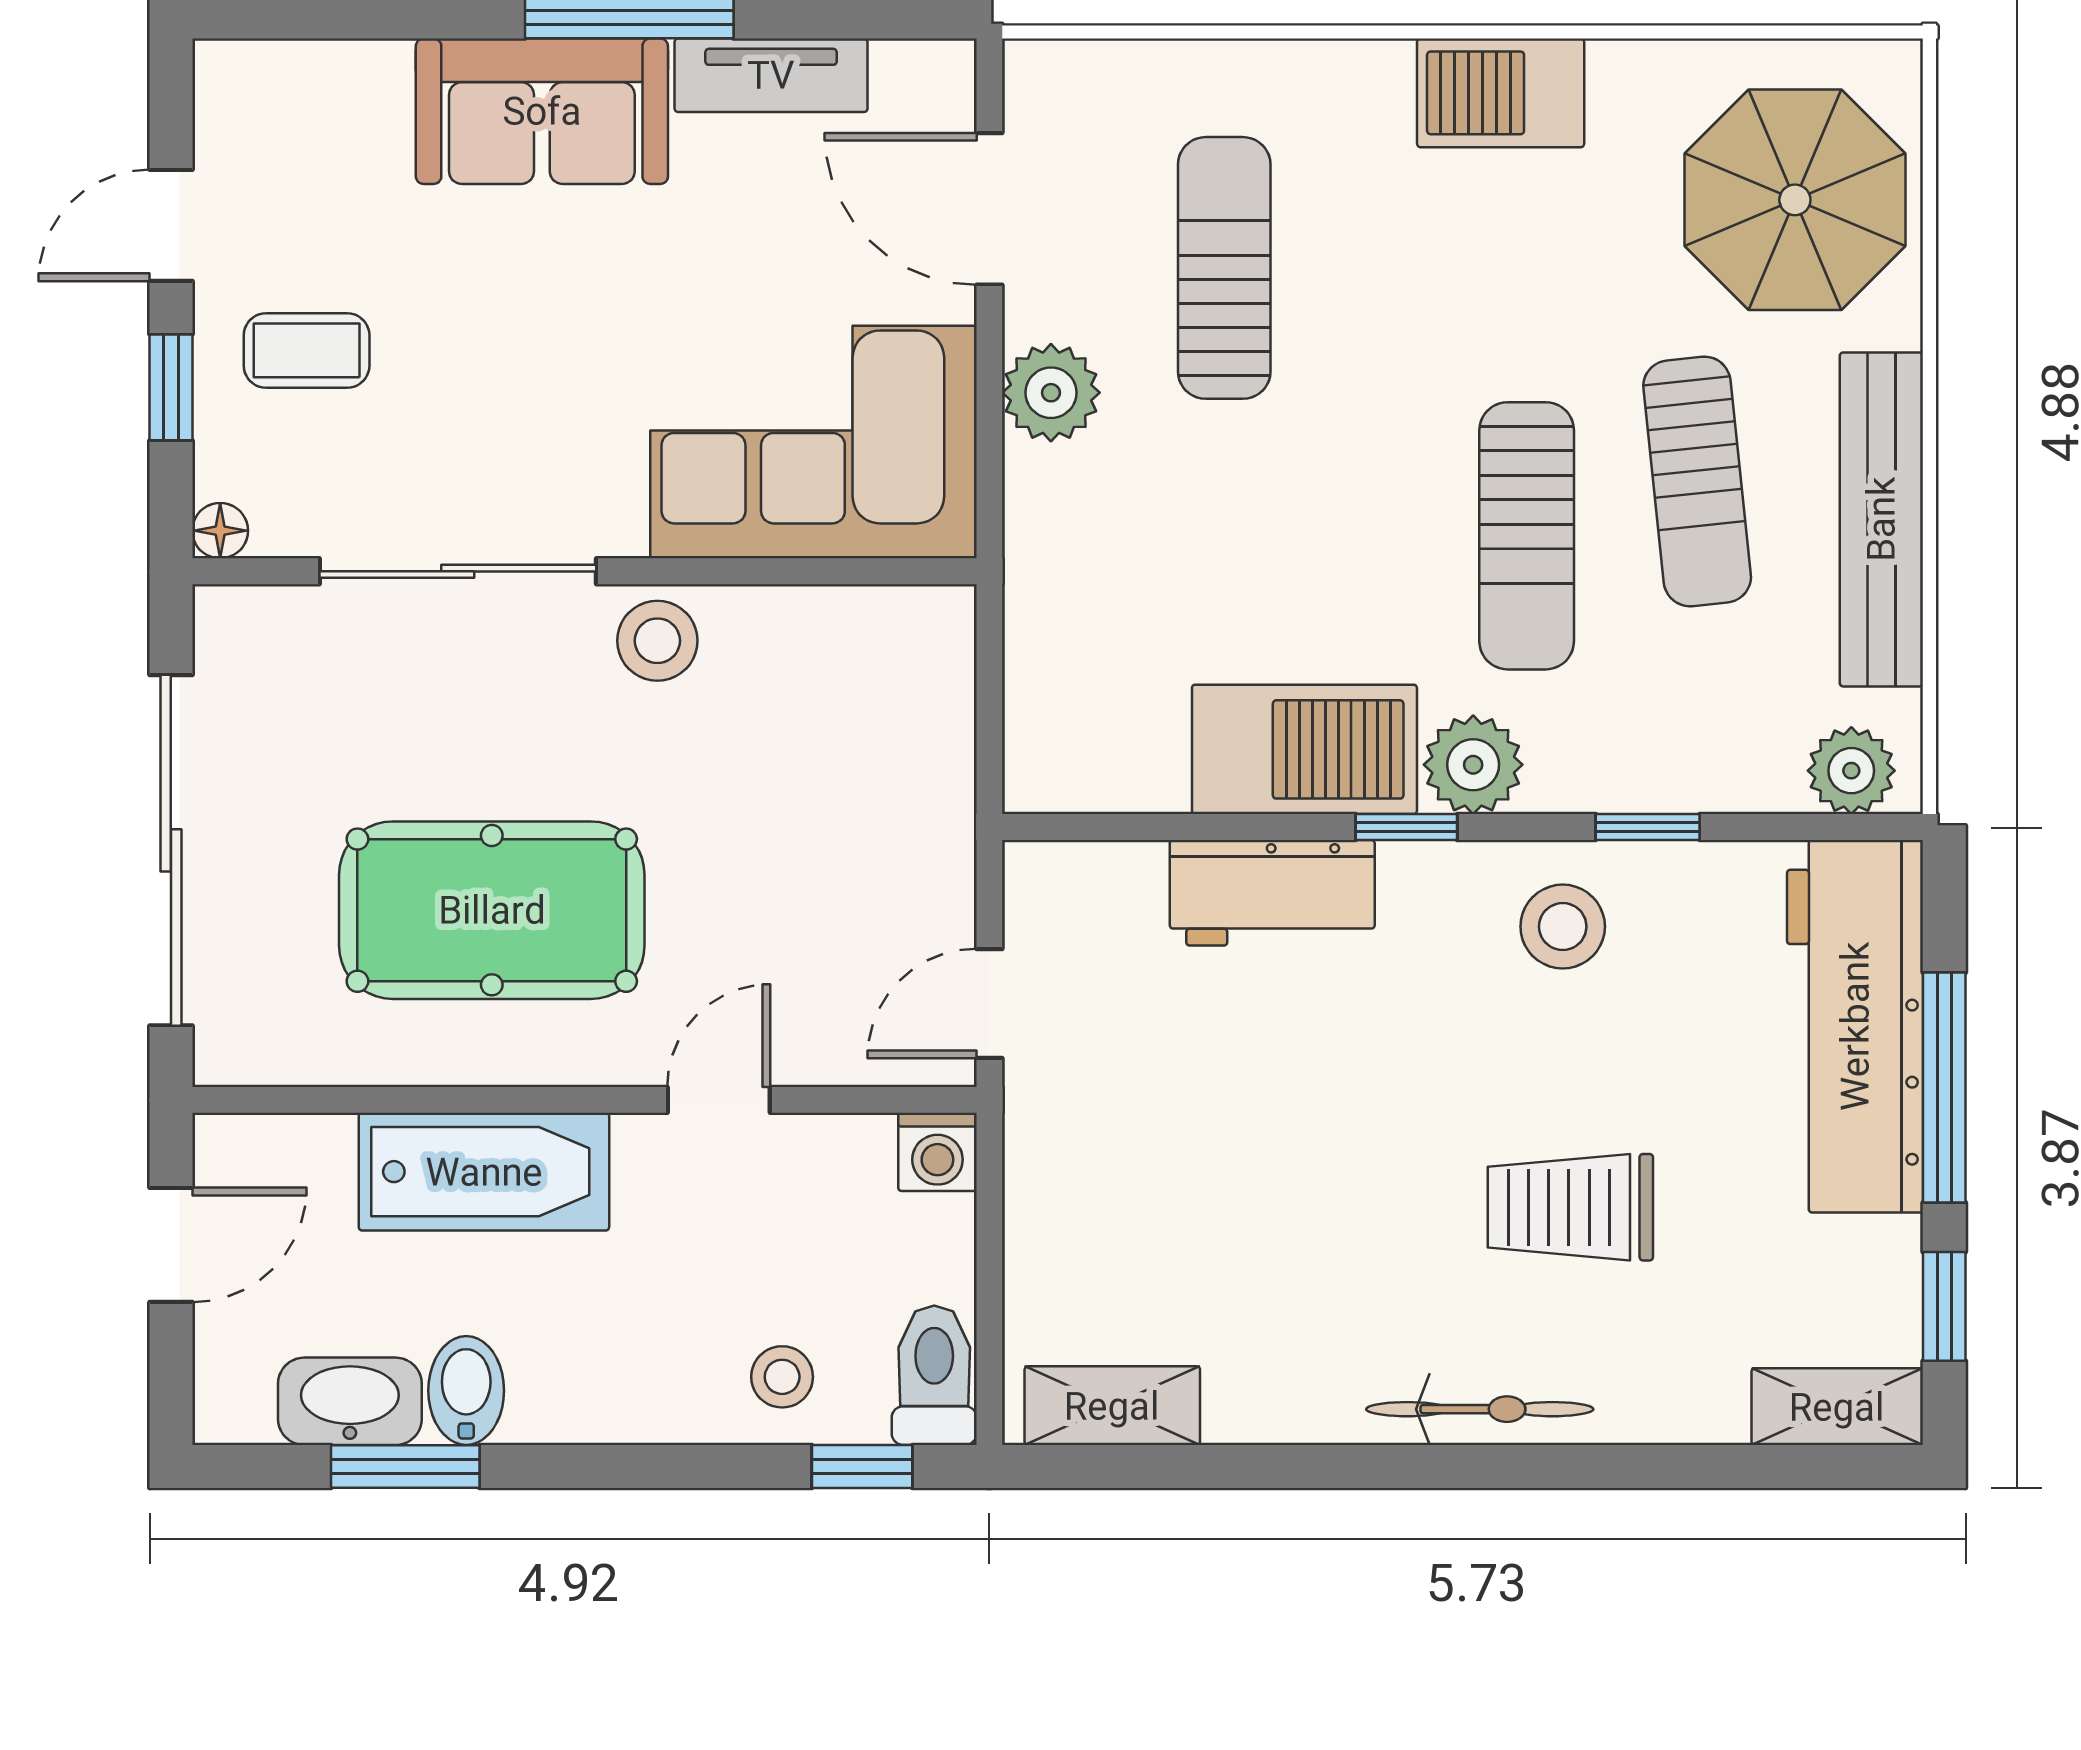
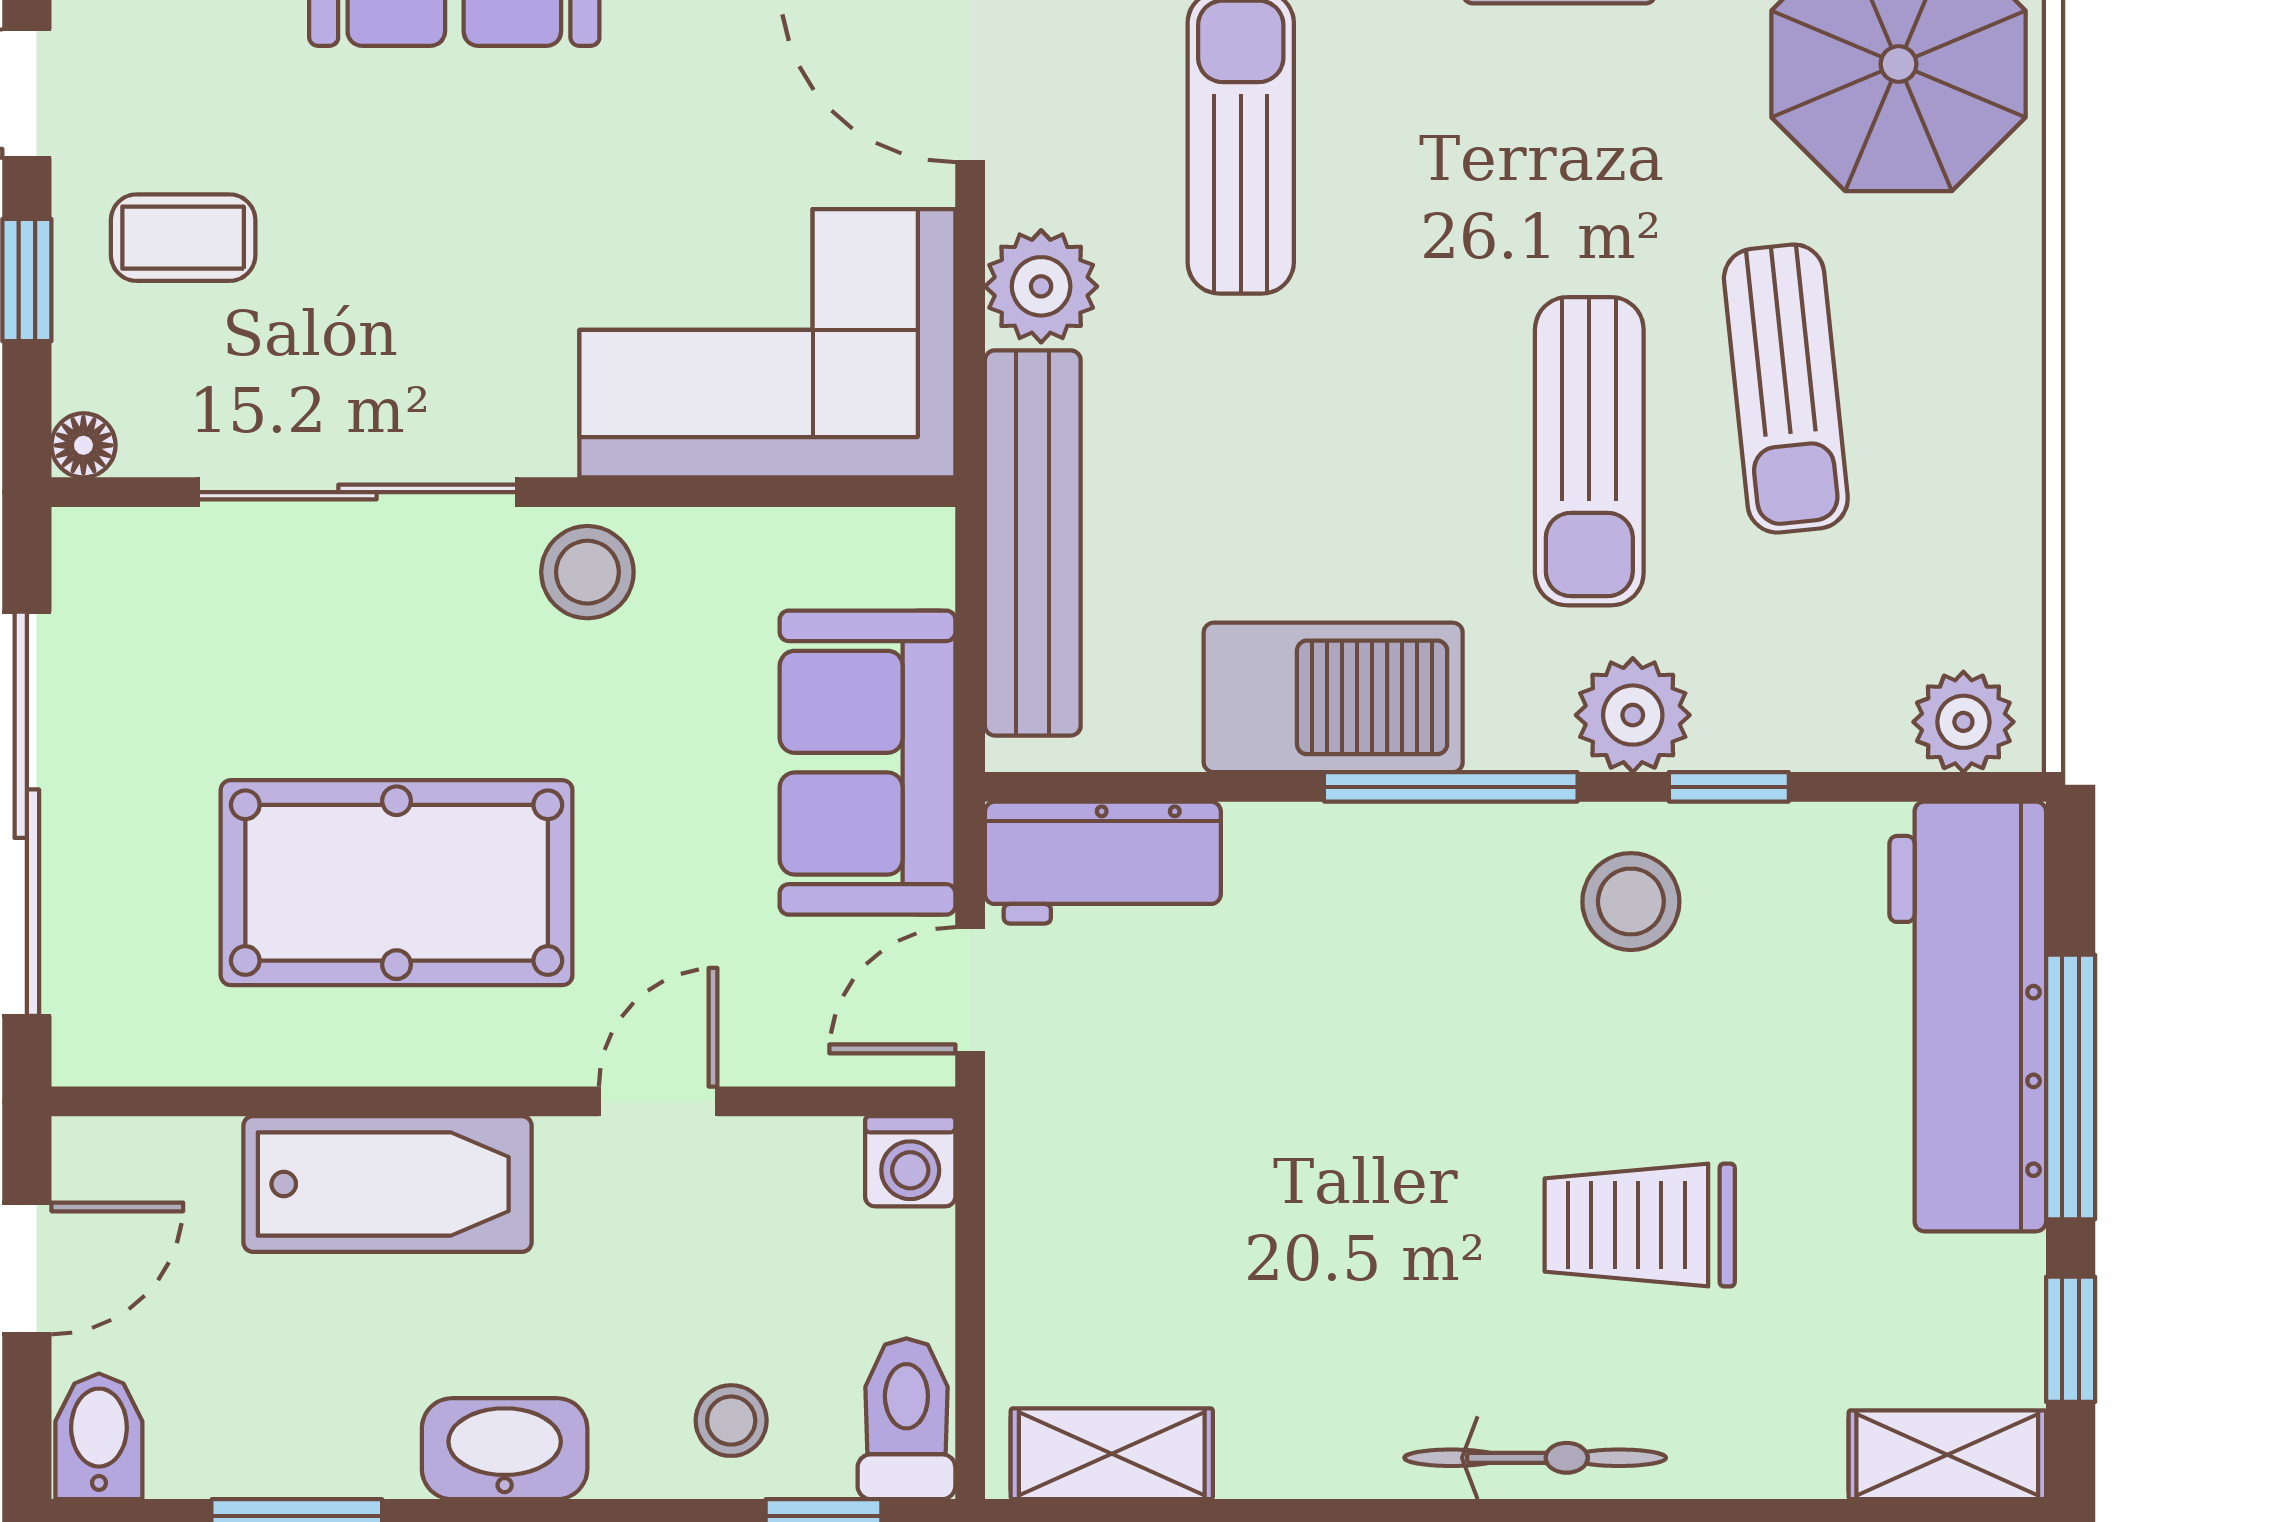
bench: (1881, 519) -> (1033, 543), moved
plant: (1473, 765) -> (1633, 715), moved
sofa: (900, 806) -> (867, 763), added
window: (1406, 827) -> (1451, 787), width x2.17
workbench: (1272, 893) -> (1103, 863), moved
bidet: (466, 1391) -> (99, 1436), moved
washbasin: (350, 1401) -> (505, 1449), moved

